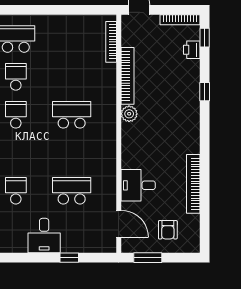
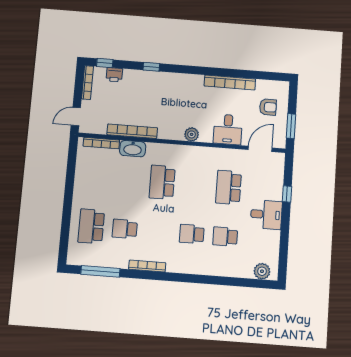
washbasin: (107, 78) -> (133, 149), added
plant: (129, 114) -> (192, 134), moved
school desk: (16, 115) -> (192, 234), moved

